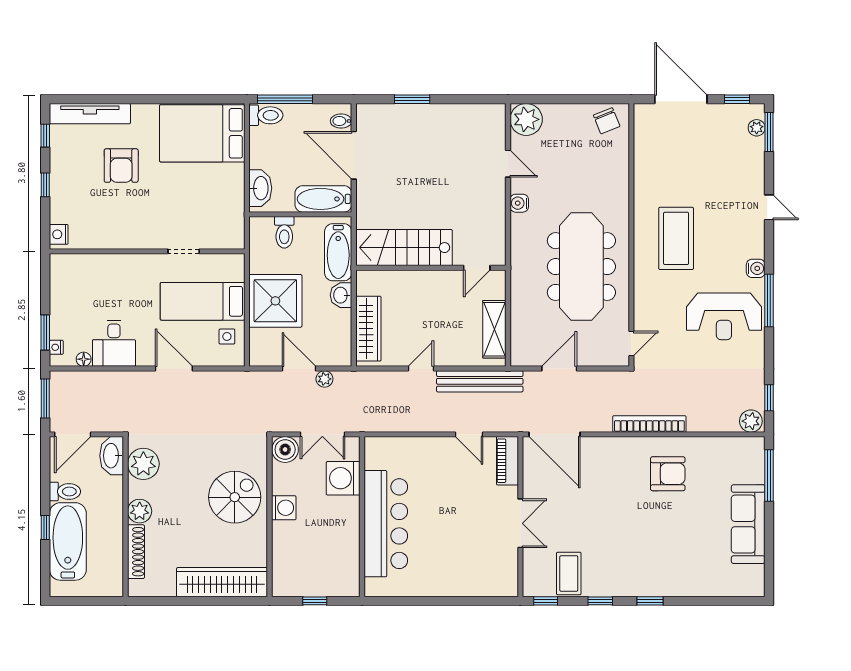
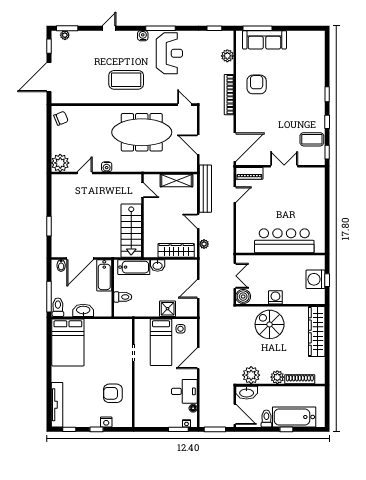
armchair: (121, 166) -> (113, 393), moved, turned 180
washbasin: (260, 188) -> (83, 310), moved
nightstand: (59, 234) -> (106, 422), moved
shower: (275, 301) -> (168, 309), width x0.54, depth x0.54
plant: (324, 379) -> (204, 244), moved
plant: (751, 421) -> (227, 56), moved
washing machine: (343, 478) -> (315, 279), moved, turned 90
sofa: (748, 524) -> (264, 40), moved

